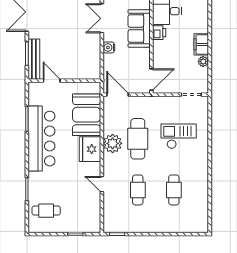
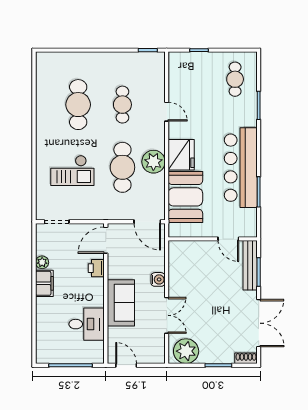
printer: (159, 33) -> (96, 268), moved
cafe table: (174, 190) -> (78, 105), width x1.37, depth x1.35
cafe table: (46, 211) -> (235, 79), turned 90

